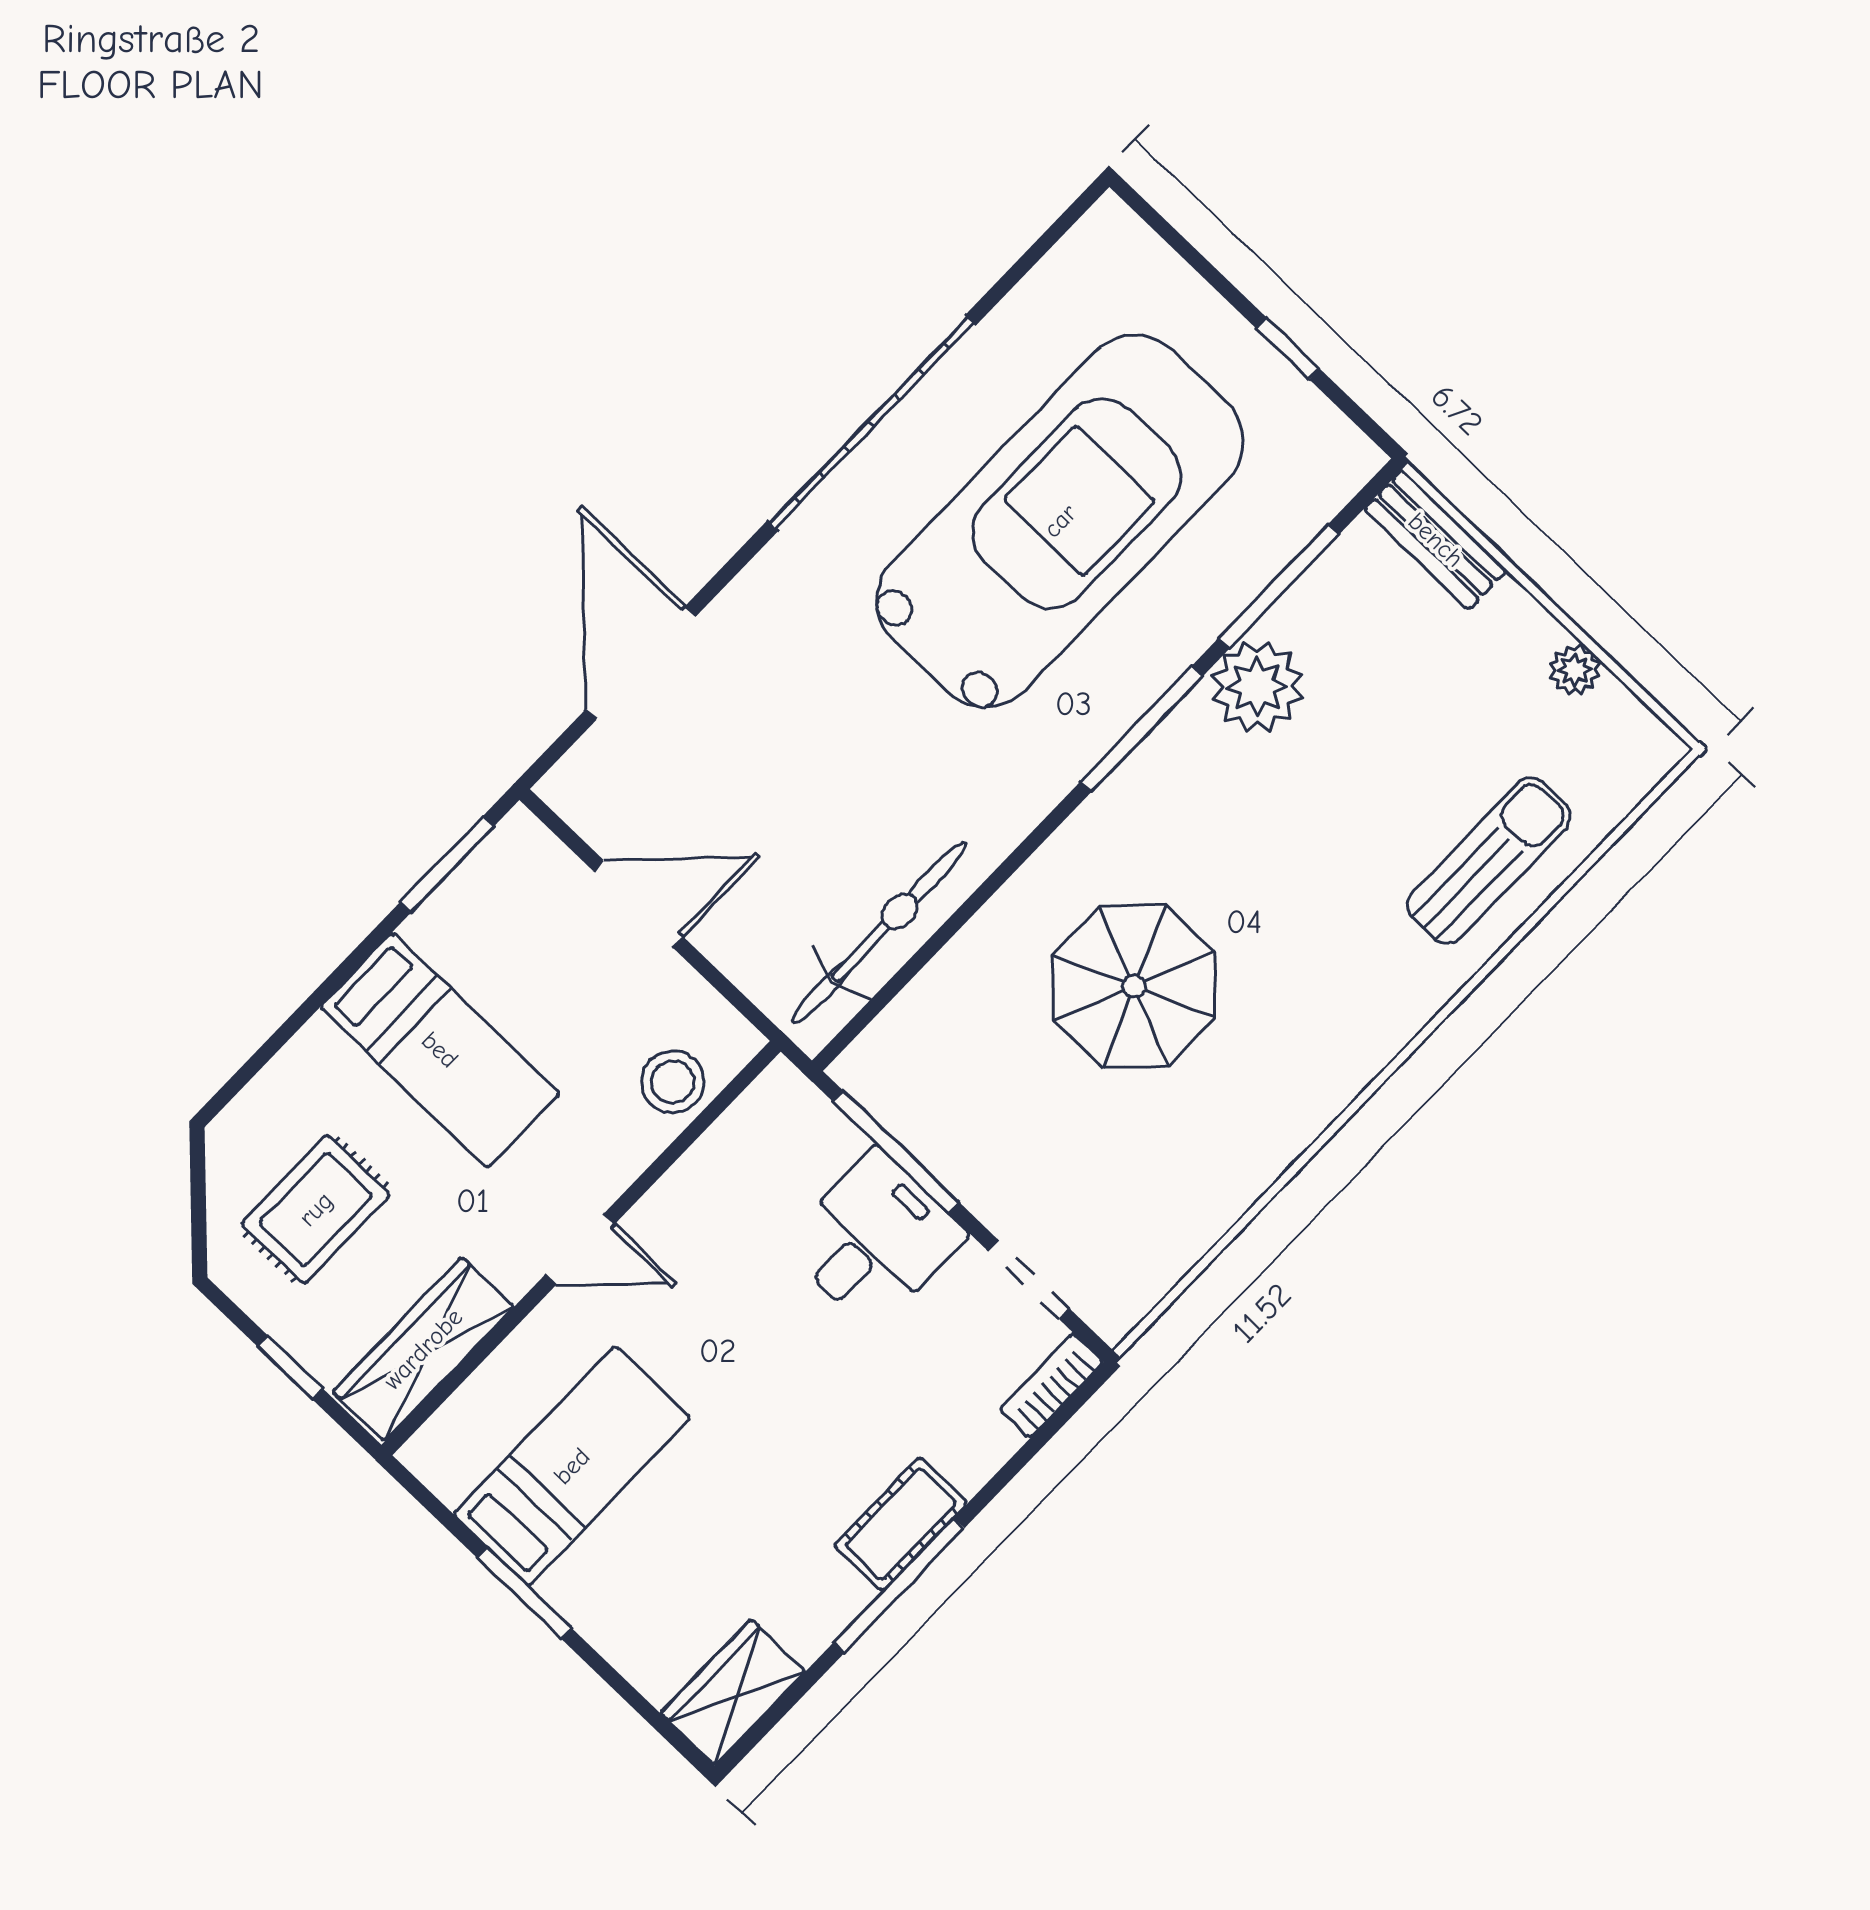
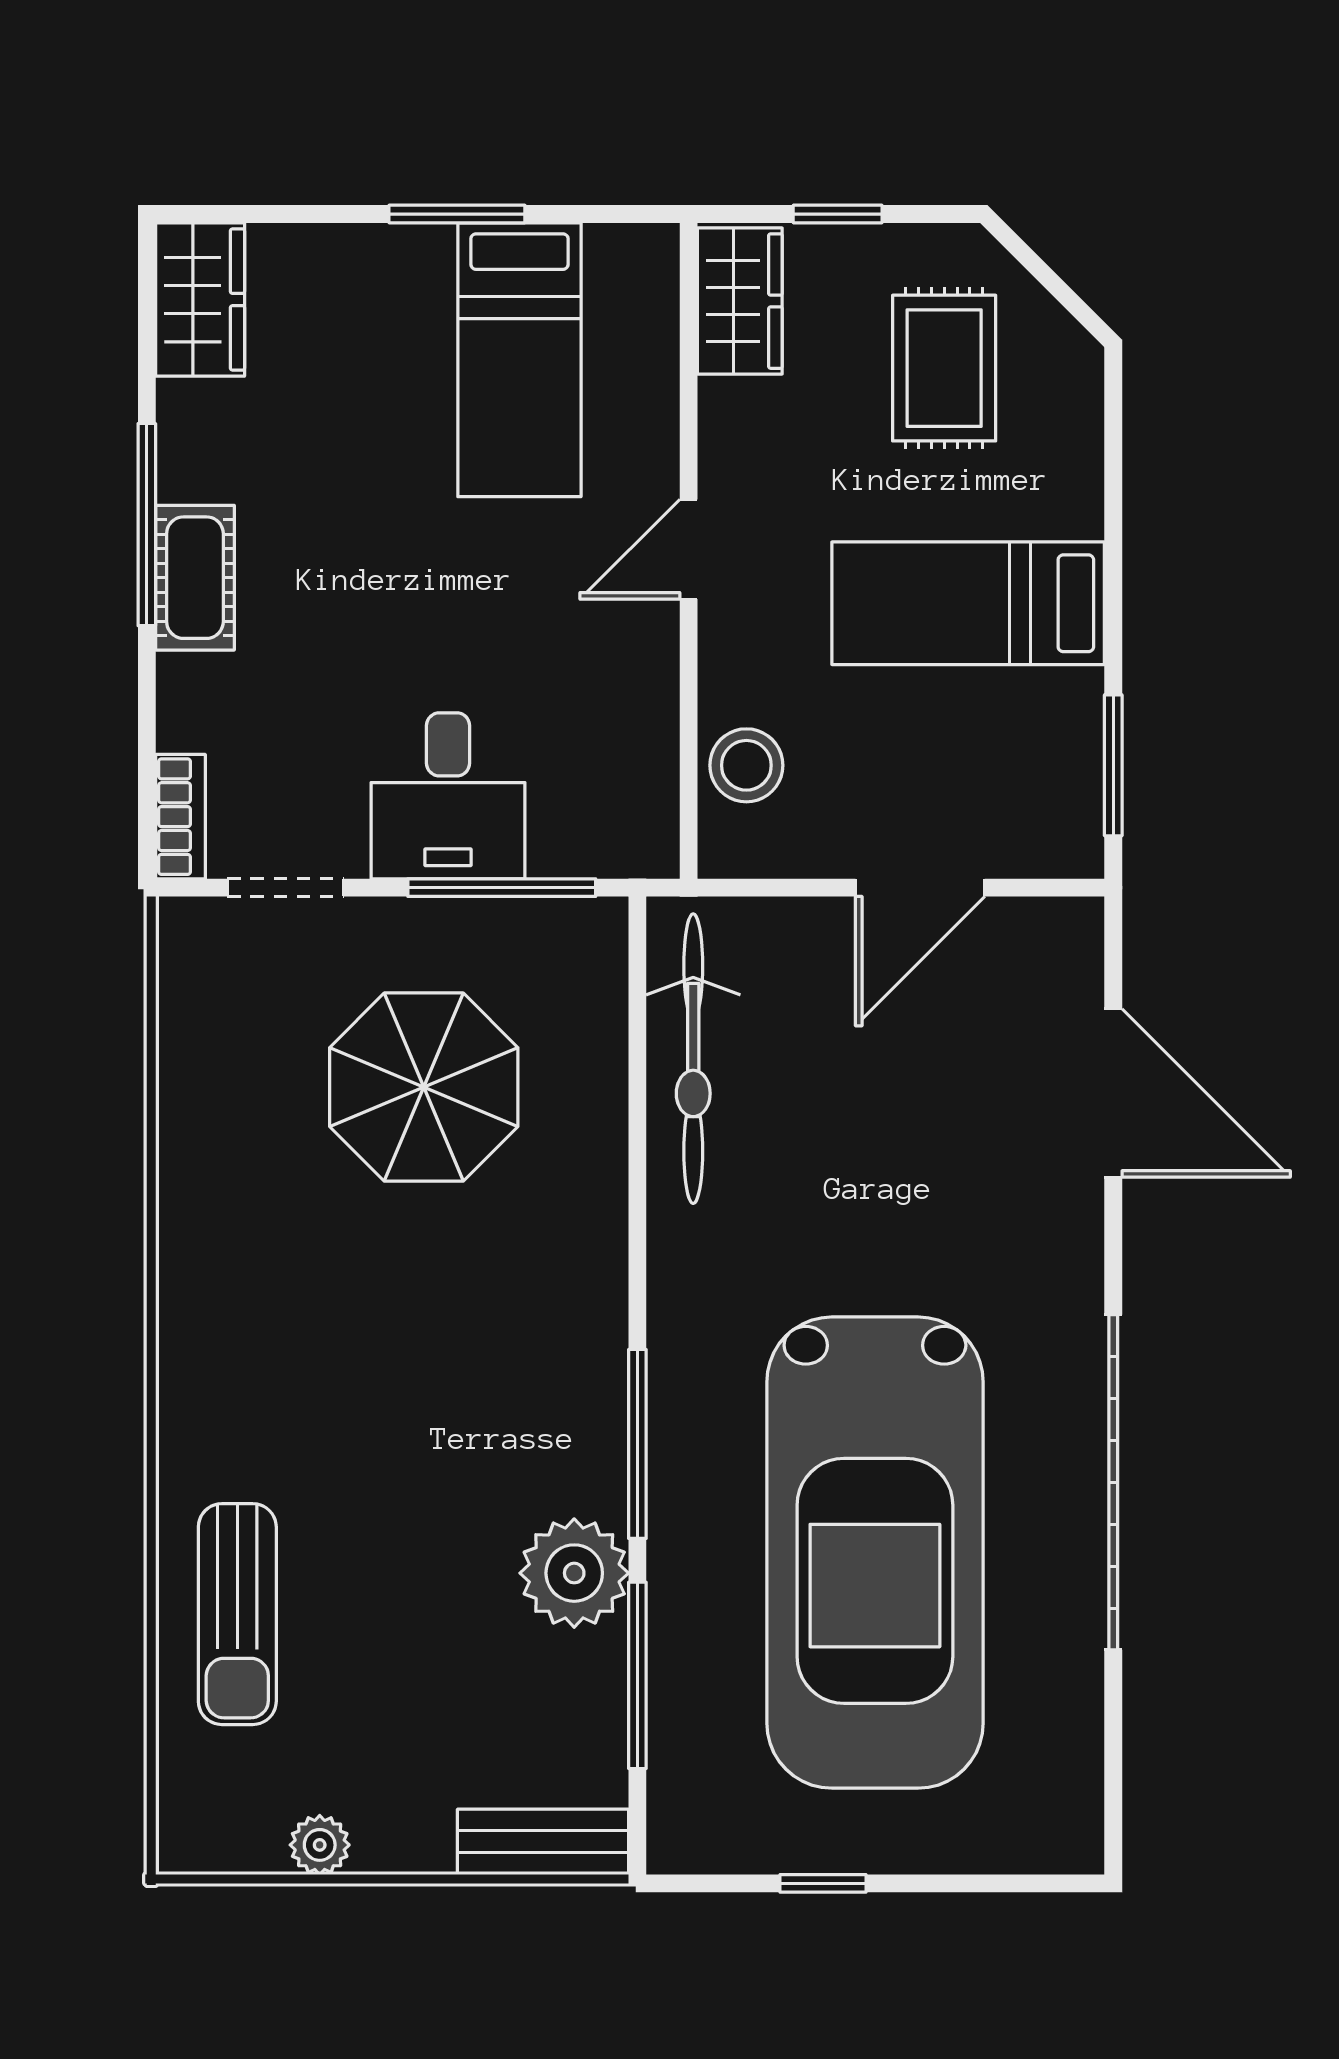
parasol: (1134, 986) -> (424, 1087), moved
wardrobe: (423, 1349) -> (740, 301), width x0.67

